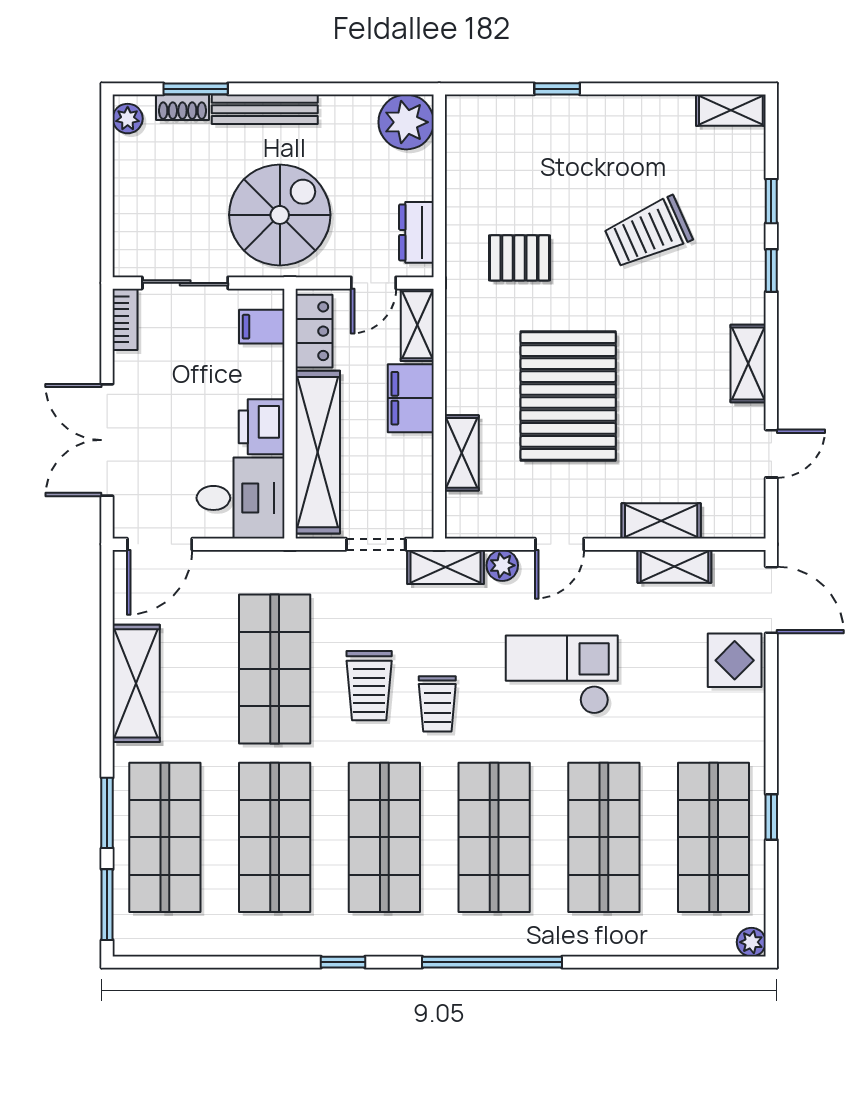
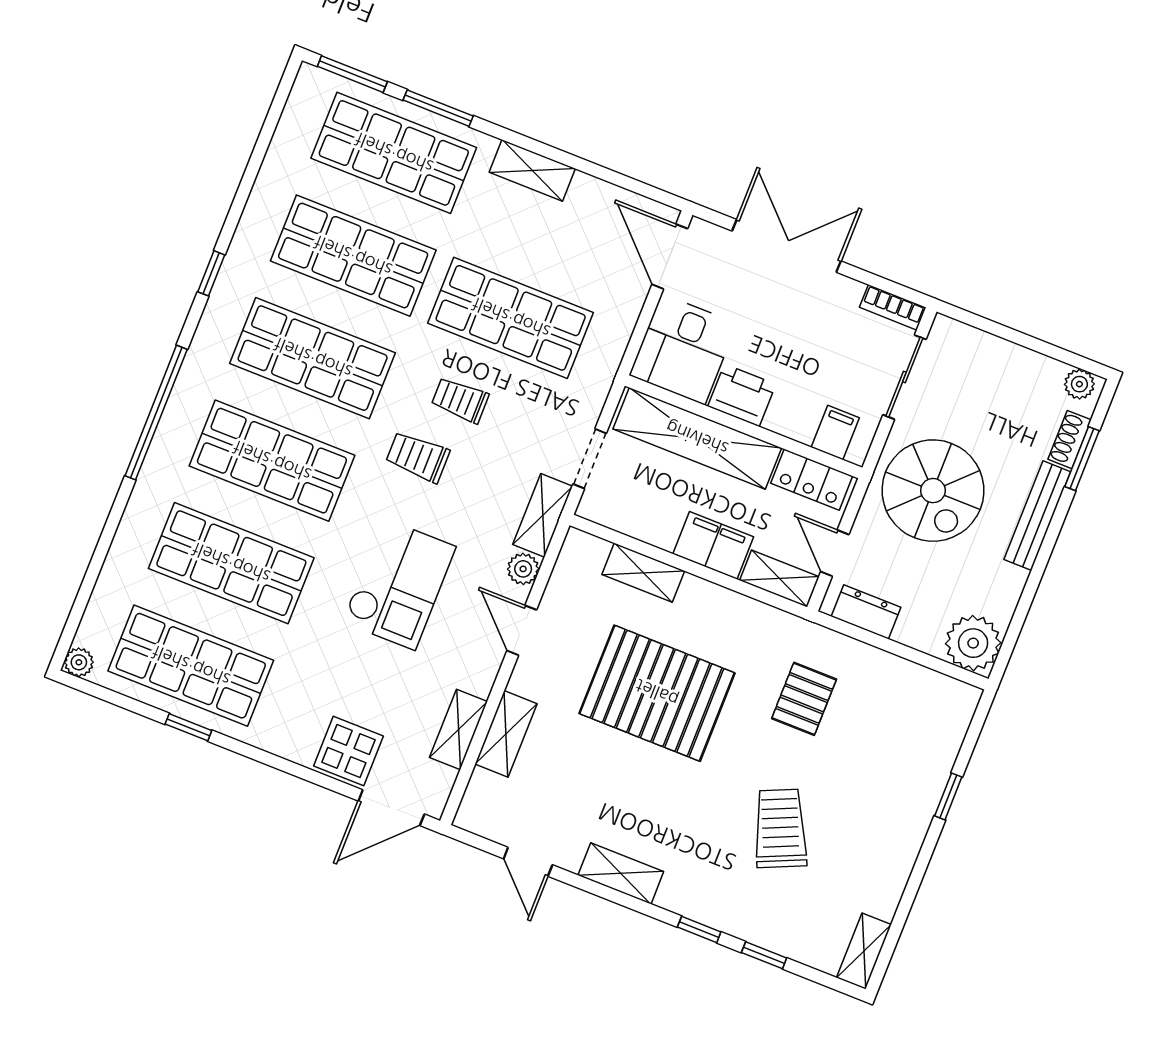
shelving: (136, 683) -> (532, 170), width x0.67, depth x0.75
trolley: (369, 686) -> (460, 400), width x0.73, depth x0.72

